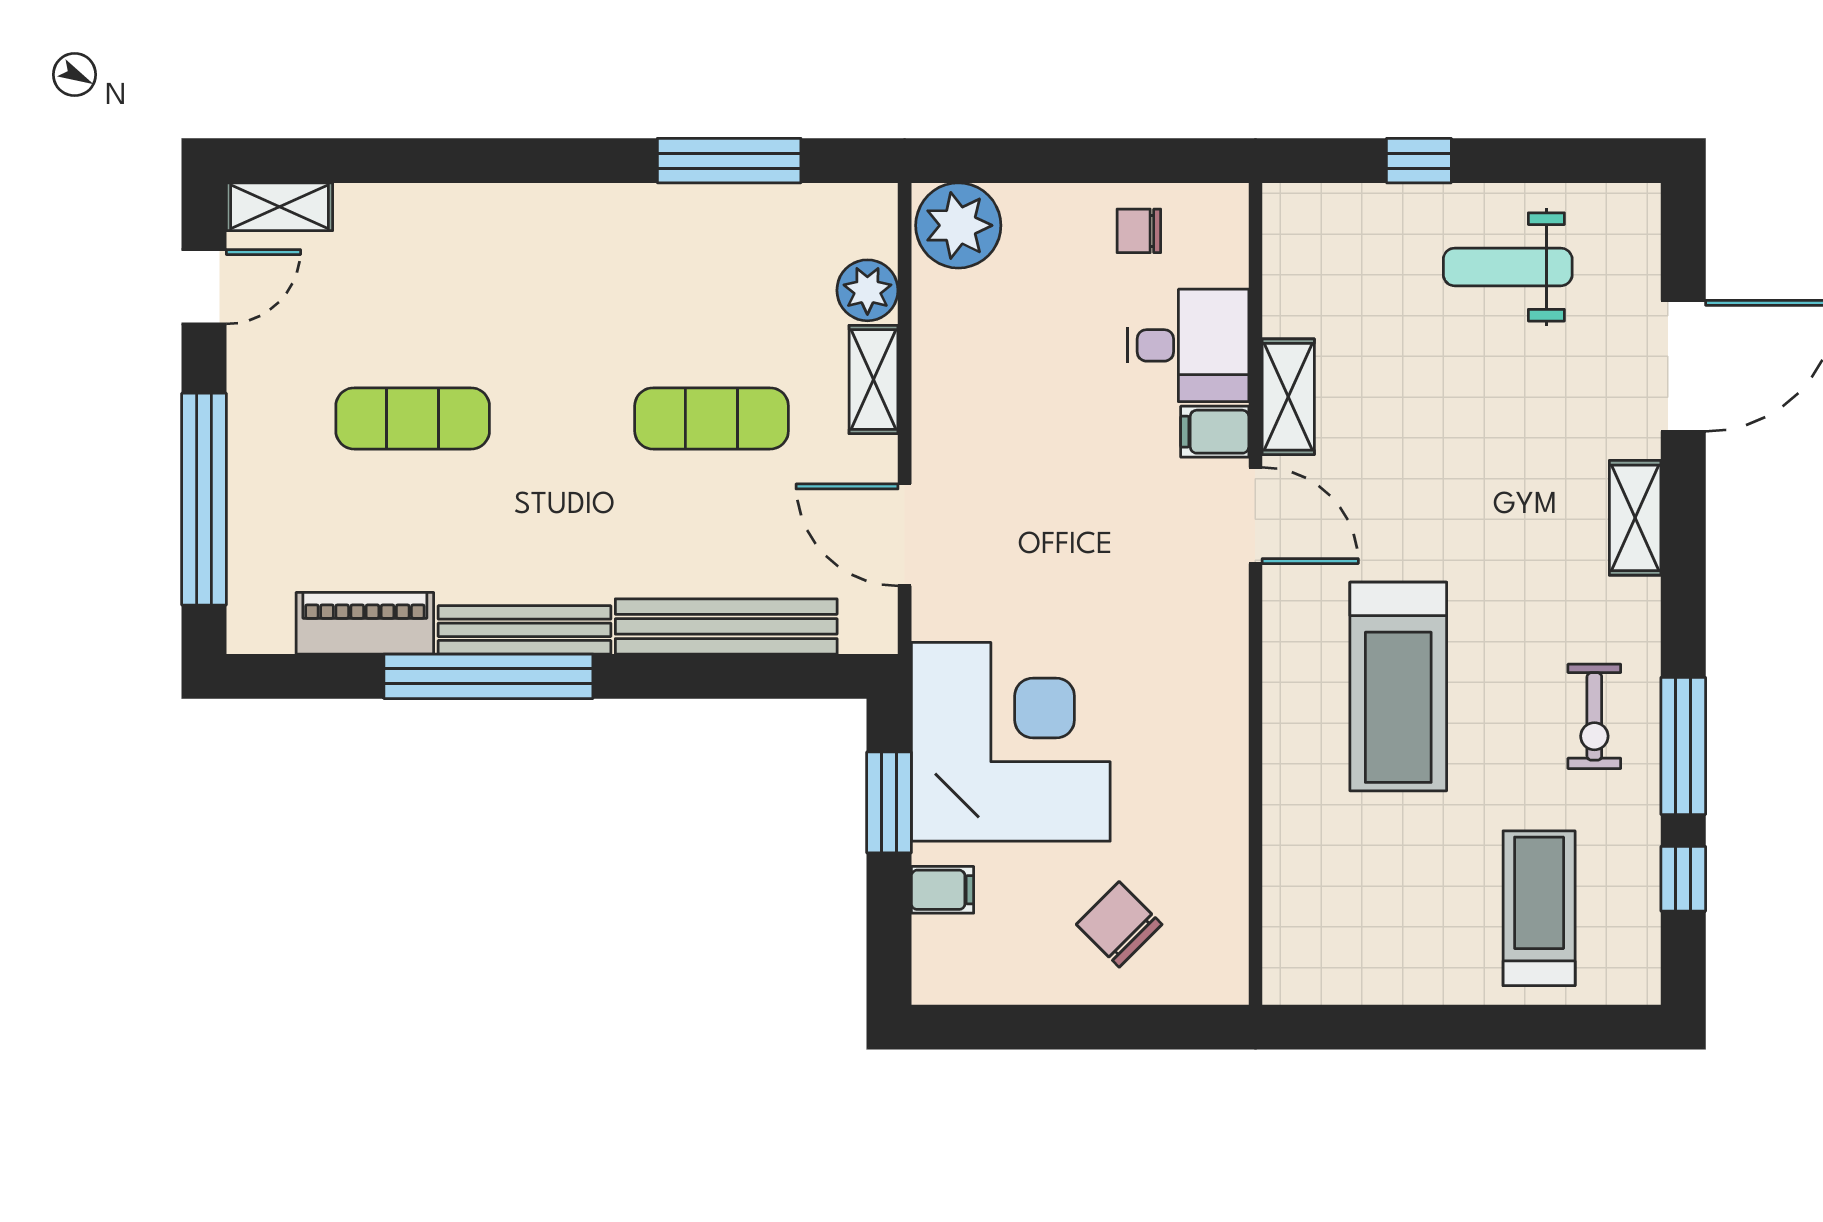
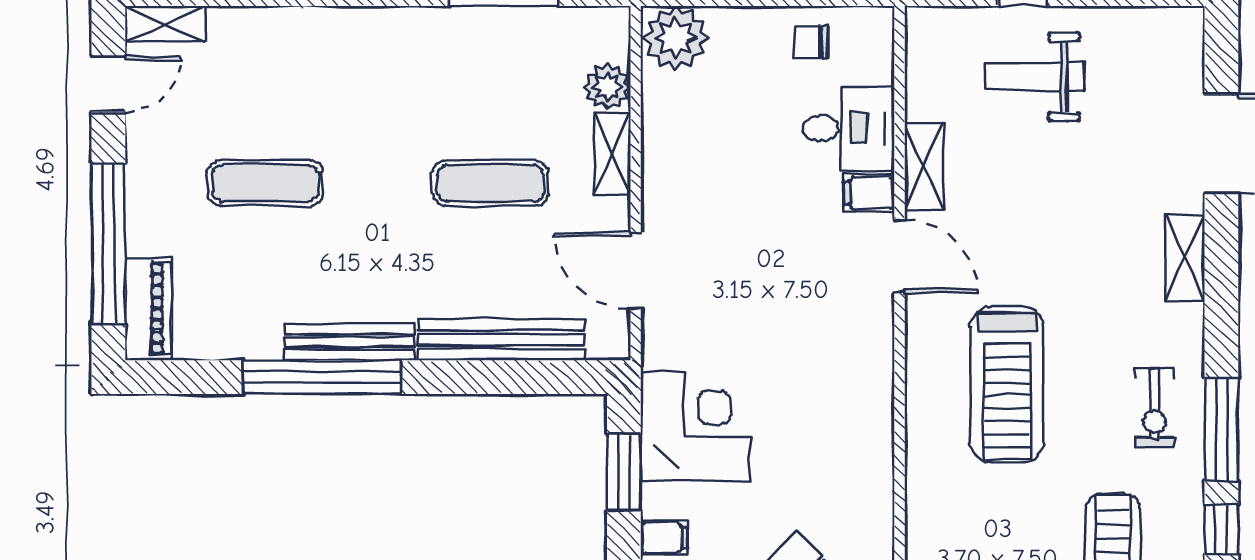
weight bench: (1508, 267) -> (1035, 77), moved
piano: (365, 623) -> (148, 309), moved, turned 90
corner desk: (1011, 742) -> (696, 426), width x0.74, depth x0.74

